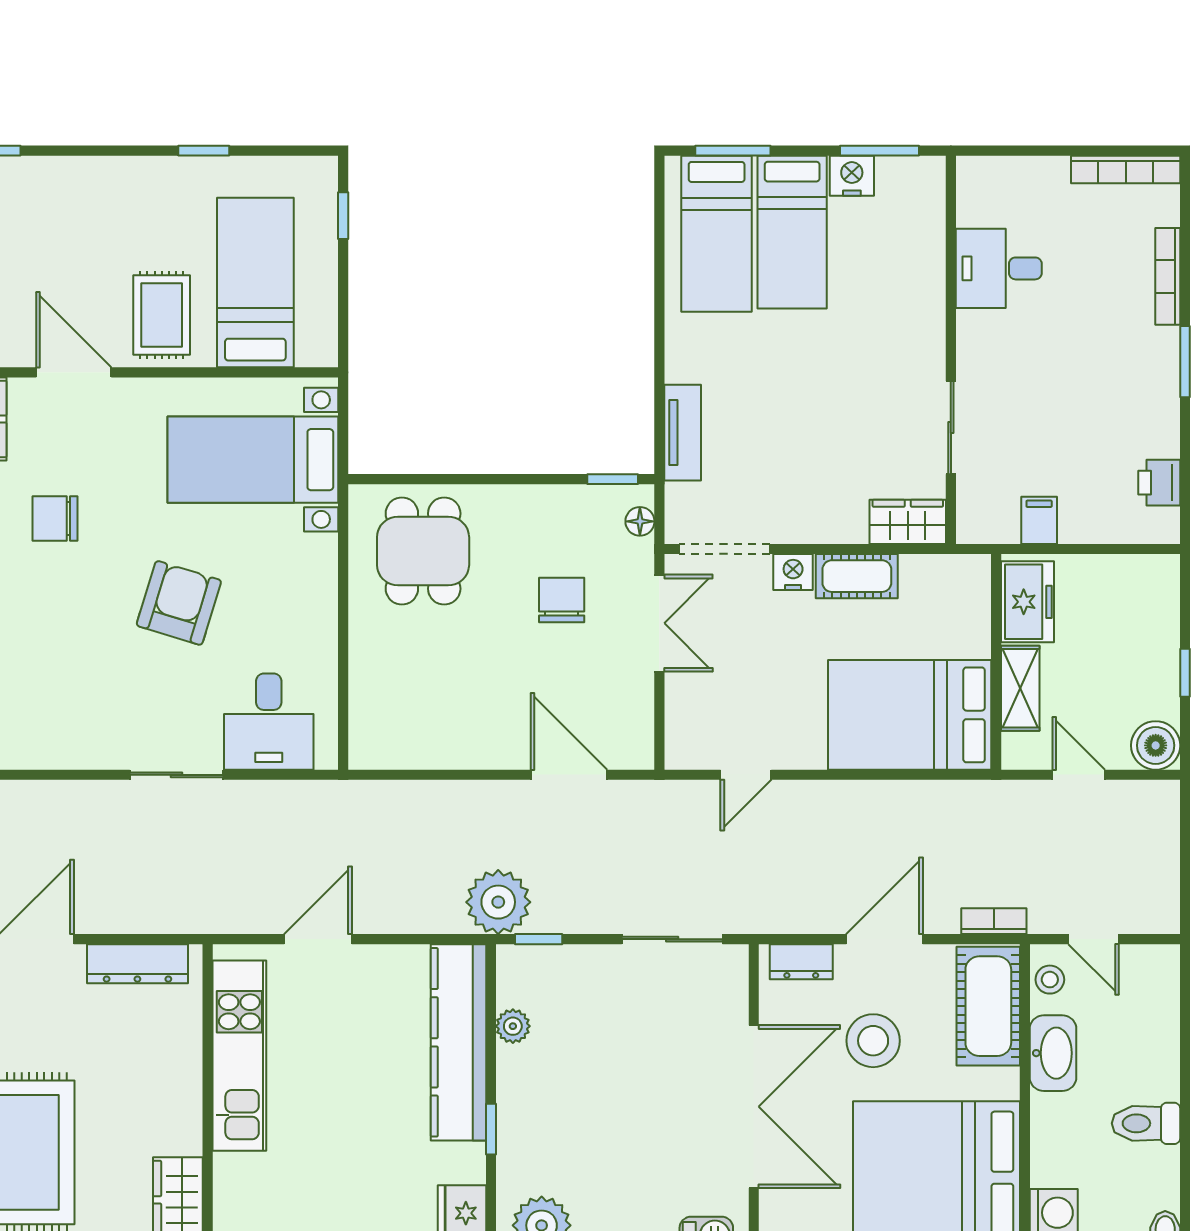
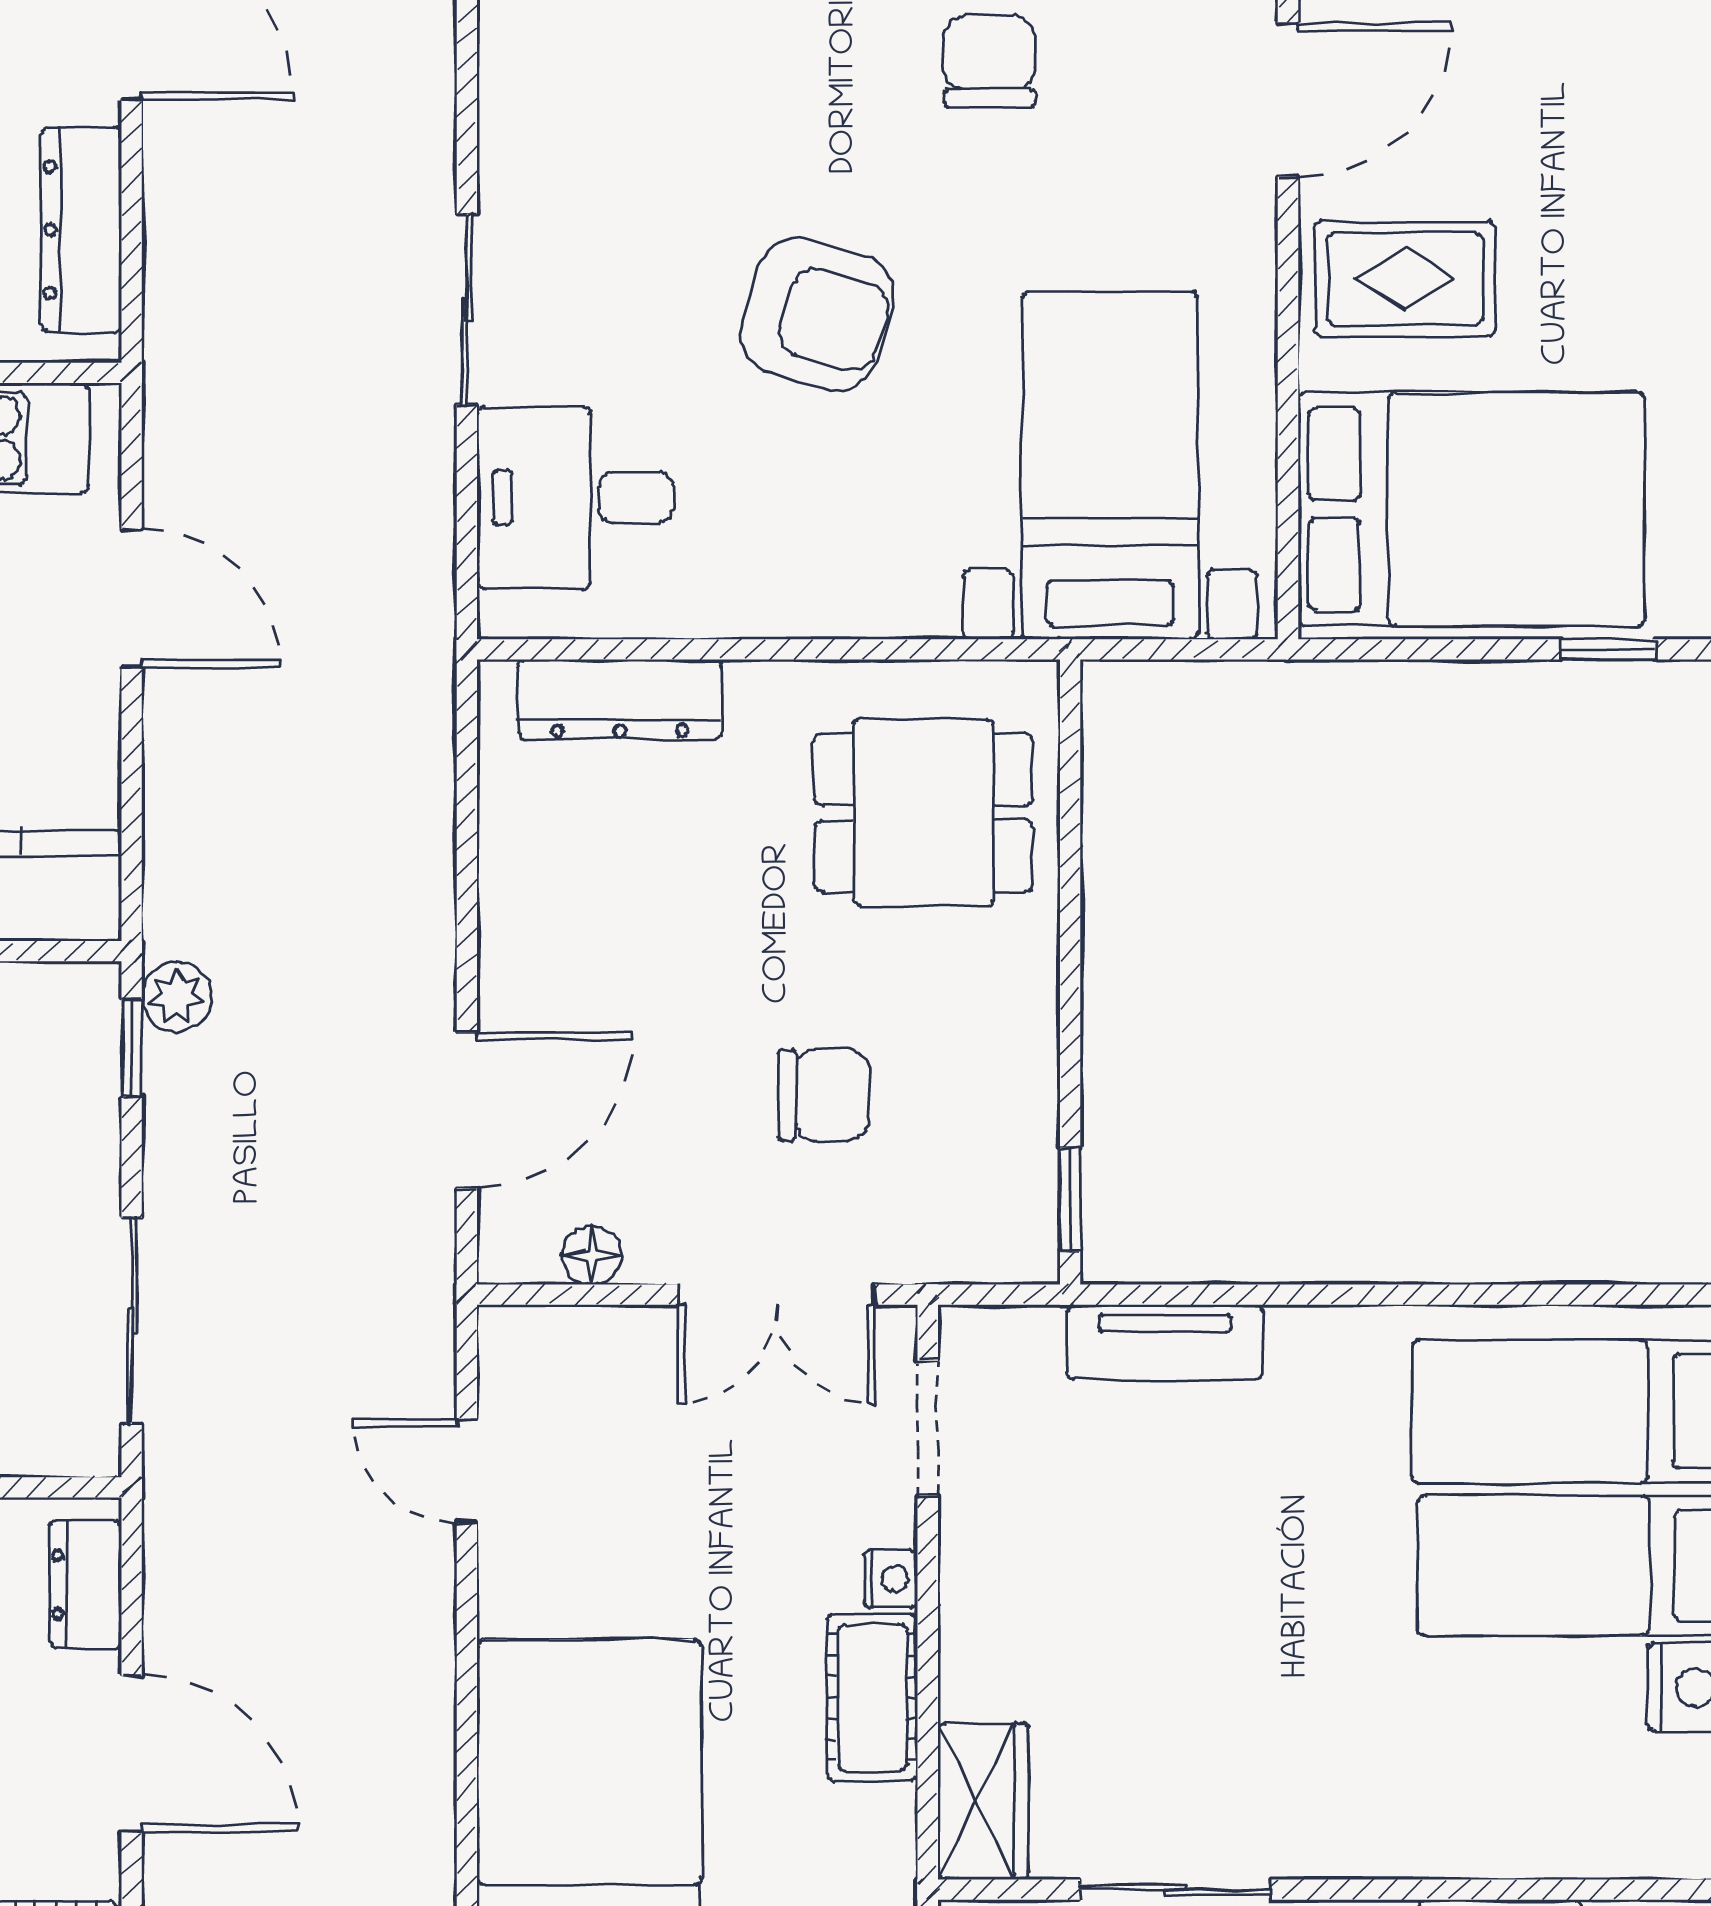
bed: (255, 283) -> (1471, 509), width x1.50
floor lamp: (640, 521) -> (591, 1255), moved
doorway: (725, 549) -> (928, 1428), width x0.73
nightstand: (793, 572) -> (890, 1579), width x0.72, depth x0.74
dresser: (368, 700) -> (620, 699), added
plant: (498, 902) -> (177, 997), width x0.53, depth x0.53

